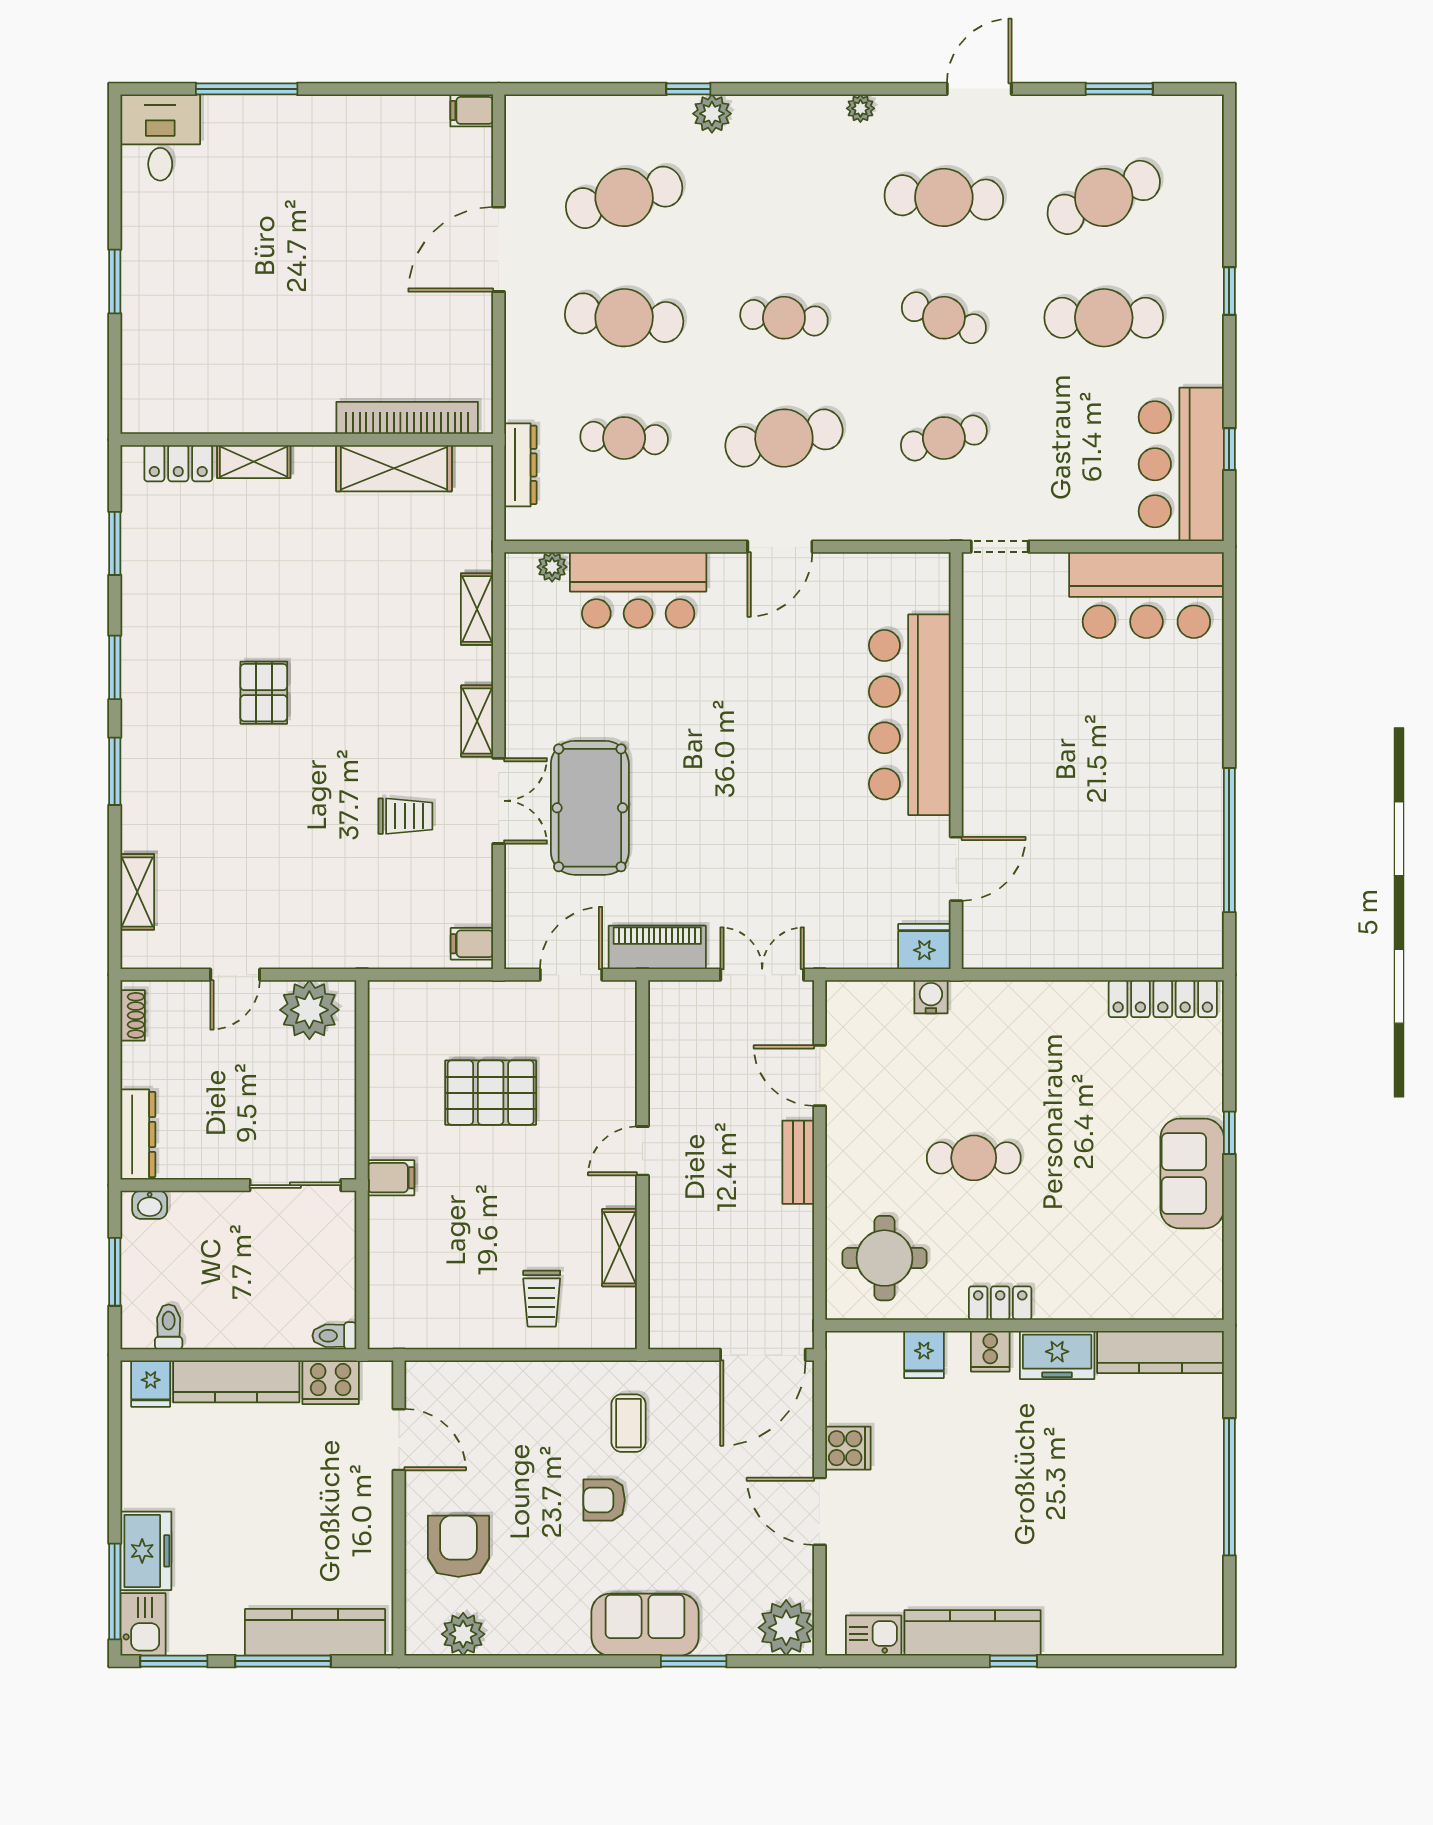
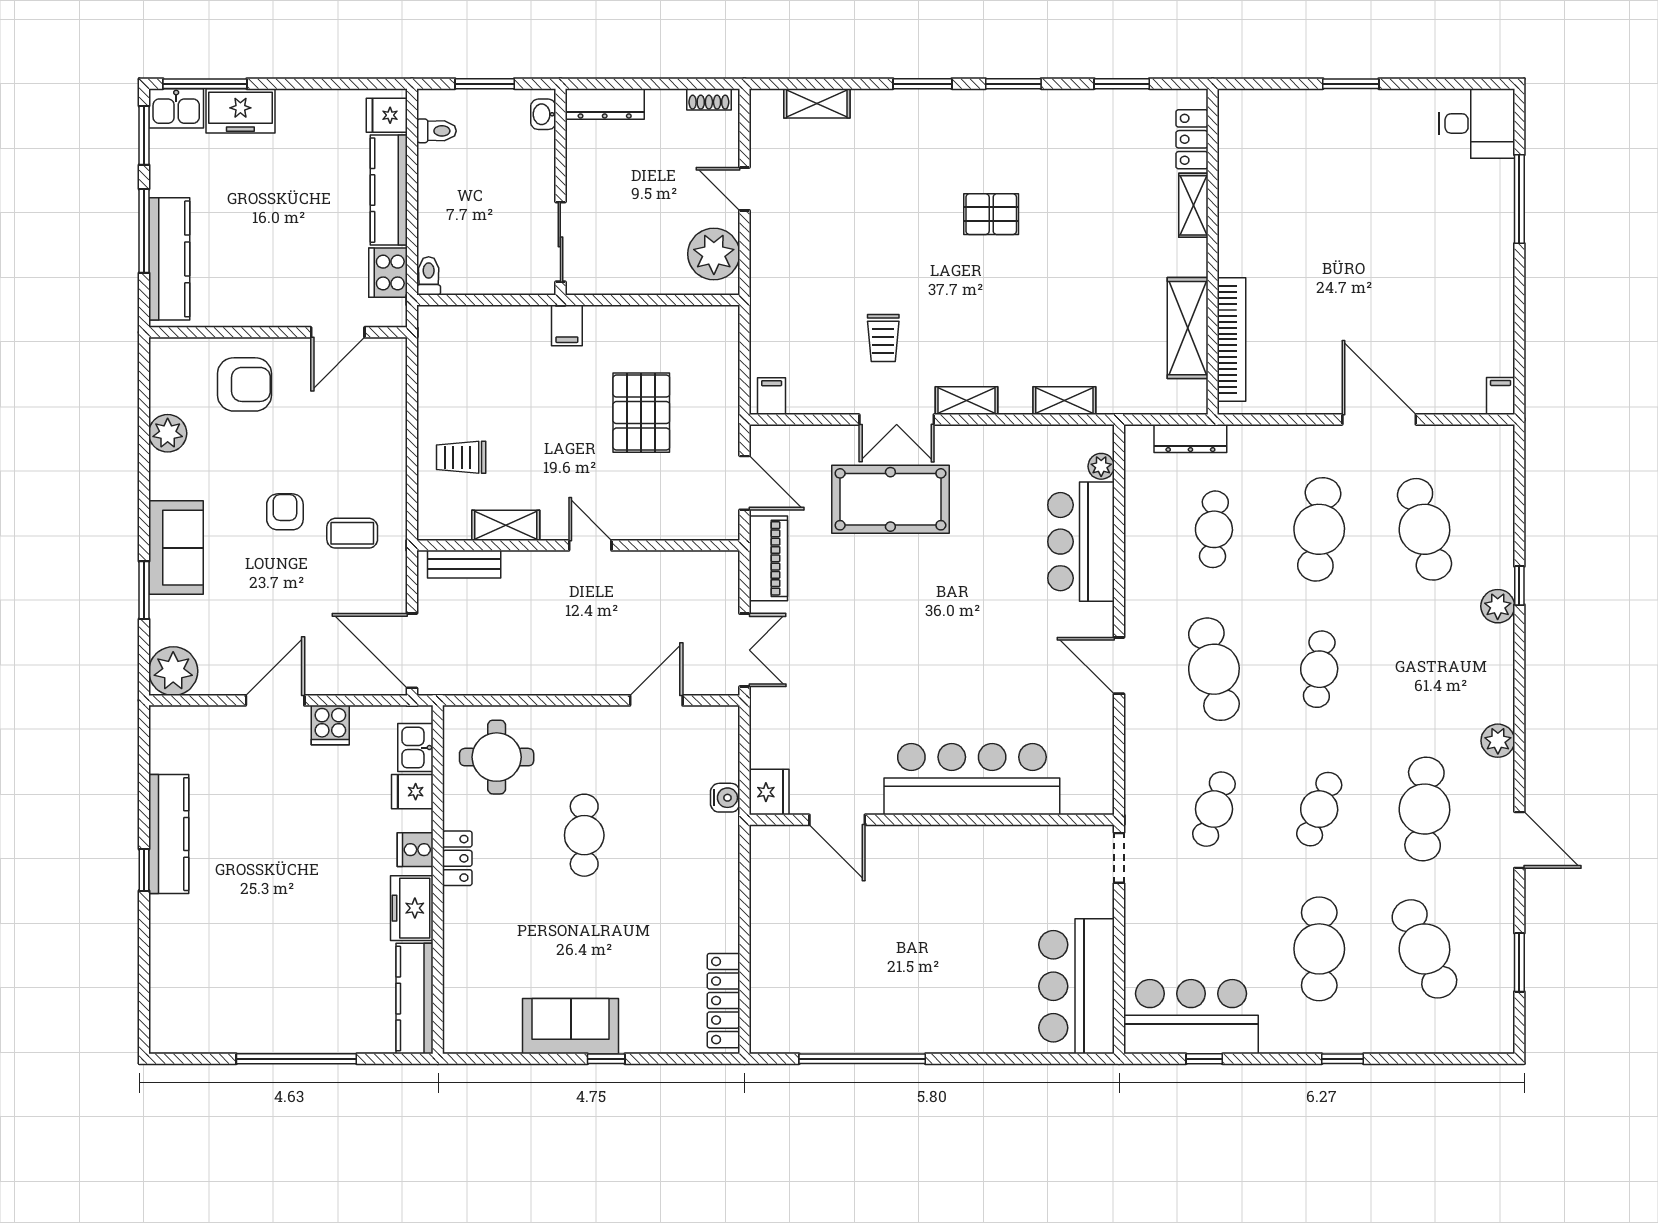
plant: (860, 108) -> (1498, 741), width x1.38, depth x1.38
cafe table: (944, 438) -> (1214, 809), turned 33
bench: (798, 1162) -> (464, 564), moved
plant: (463, 1634) -> (168, 433), moved
kitchen sink: (874, 1636) -> (415, 748), moved, turned 180

